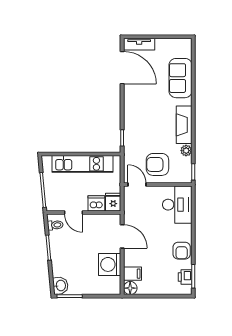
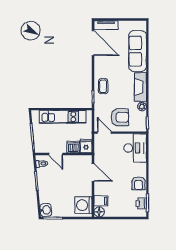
sofa: (180, 78) -> (138, 51), width x1.36
coffee table: (135, 124) -> (103, 86), added
armchair: (157, 164) -> (120, 117), turned 180
washing machine: (110, 264) -> (83, 205), moved

